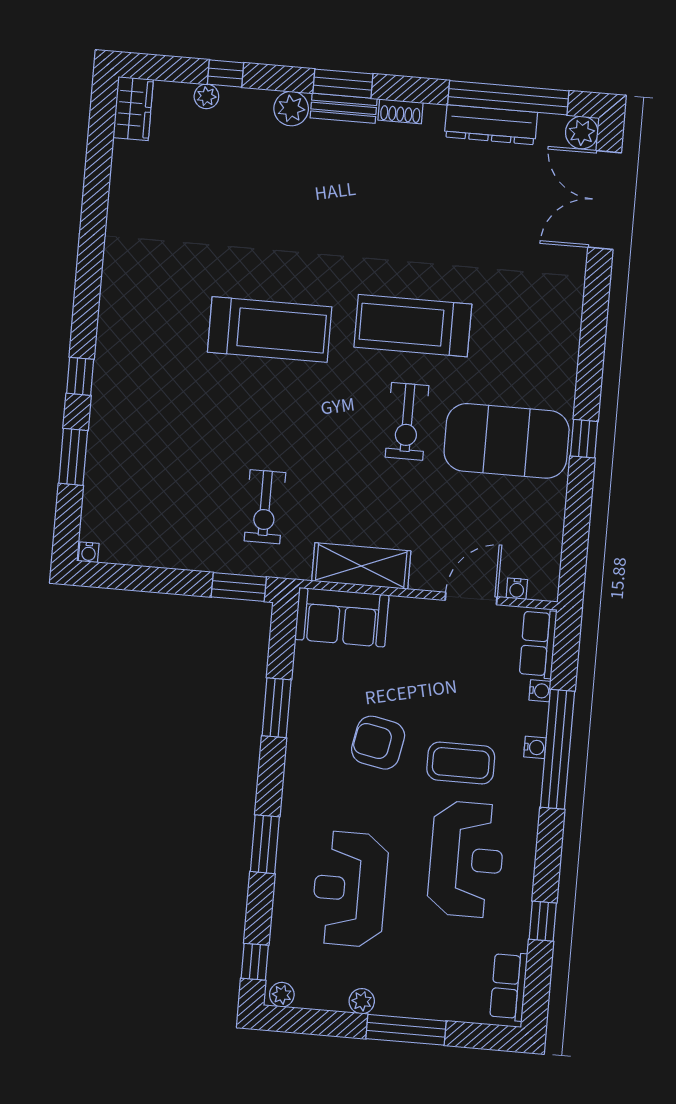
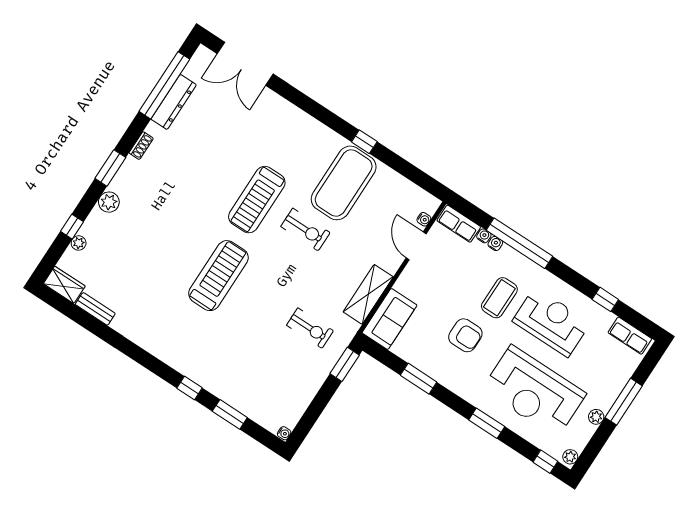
bench: (344, 108) -> (95, 309), moved, turned 90
plant: (582, 133) -> (203, 57), removed
armchair: (378, 743) -> (465, 335), turned -101
water cooler: (535, 747) -> (495, 244), moved
reception desk: (350, 889) -> (534, 391), width x1.36, depth x1.30

